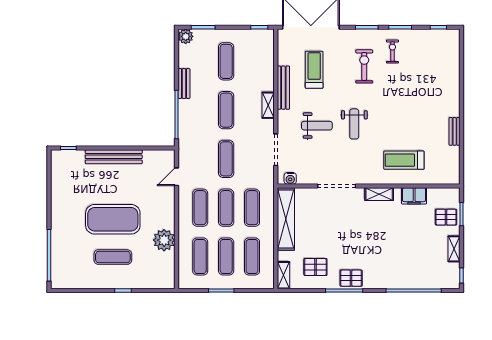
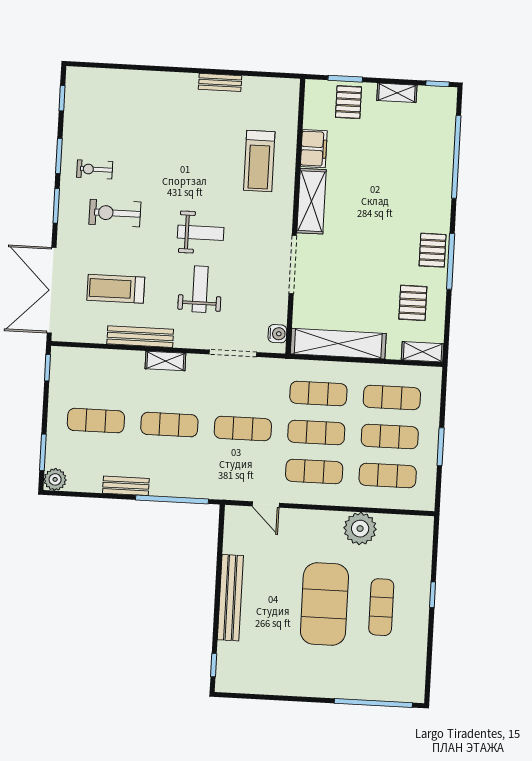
shelving: (379, 194) -> (312, 201), width x1.50, depth x1.33

